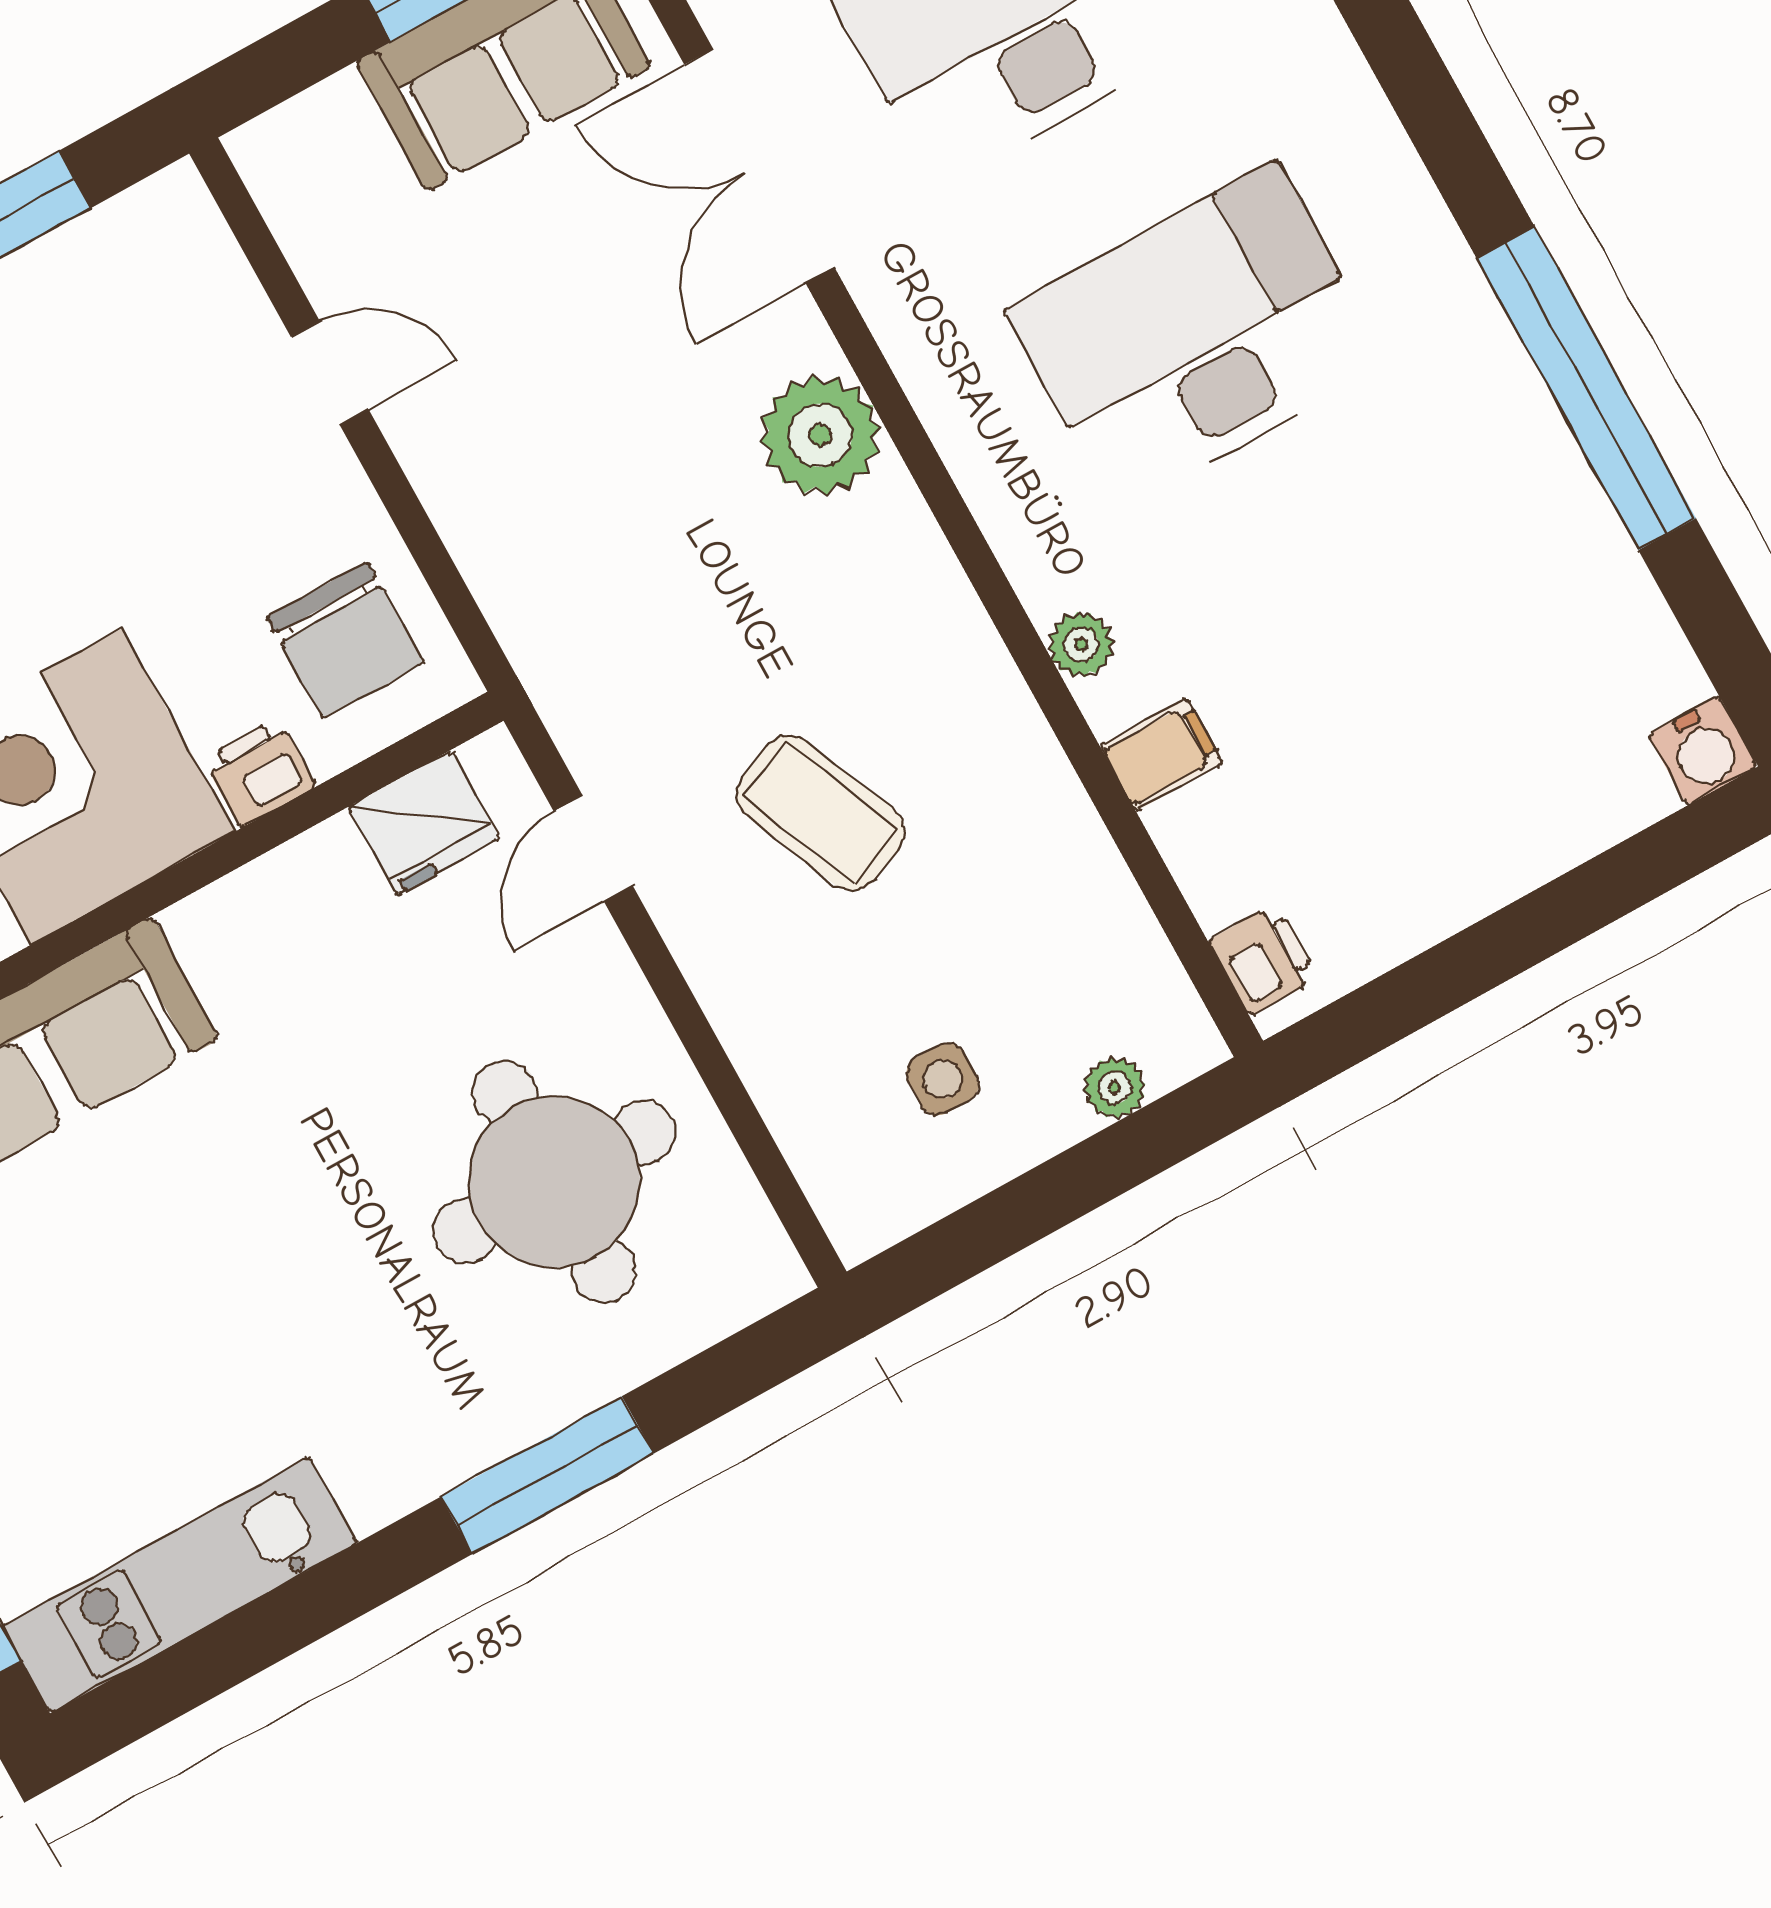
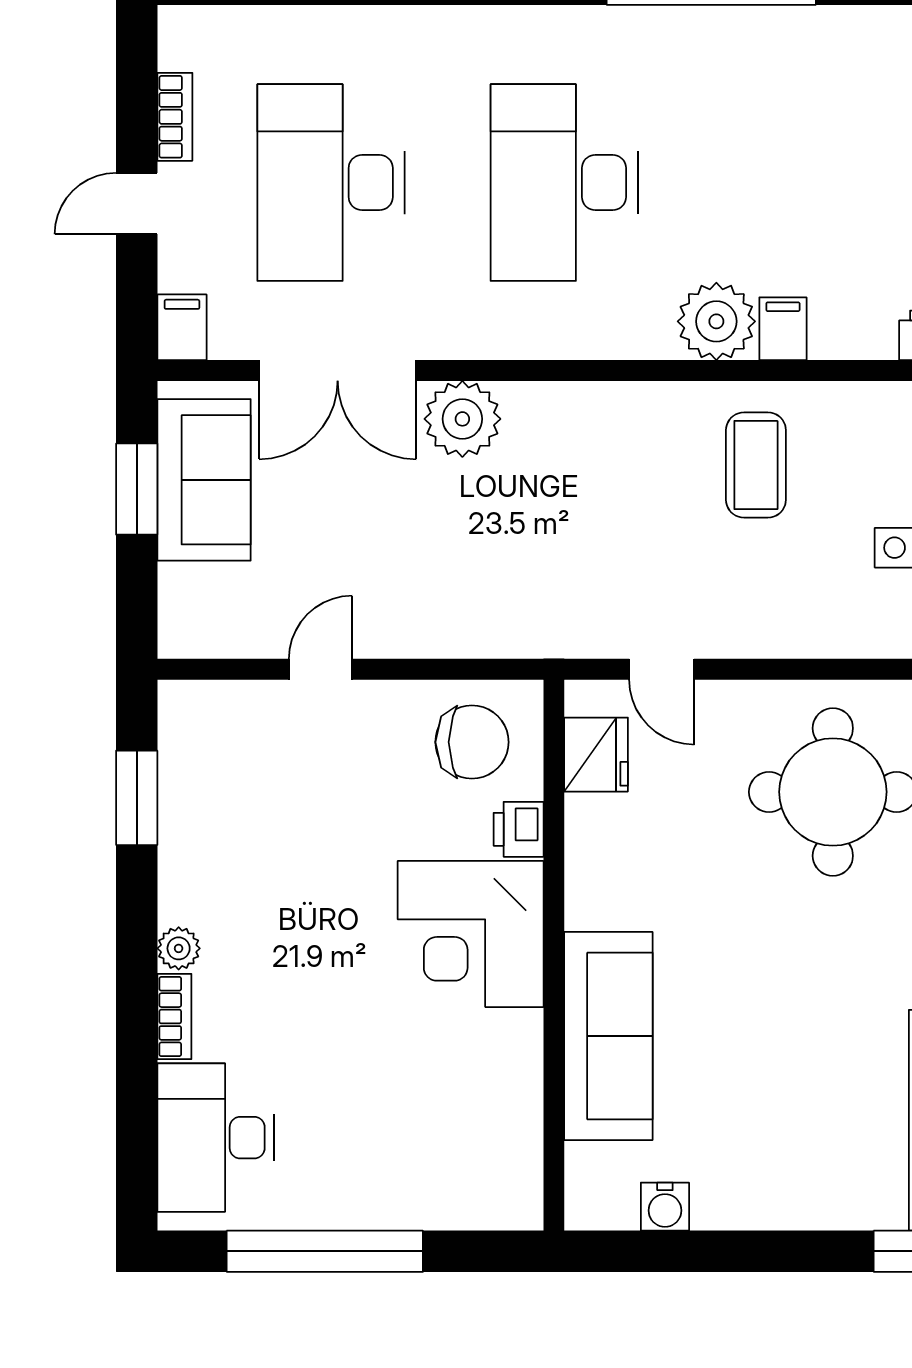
plant: (820, 435) -> (462, 419), moved
plant: (1081, 645) -> (716, 321), width x1.87, depth x1.87
coffee table: (821, 813) -> (756, 465), moved, turned -67

